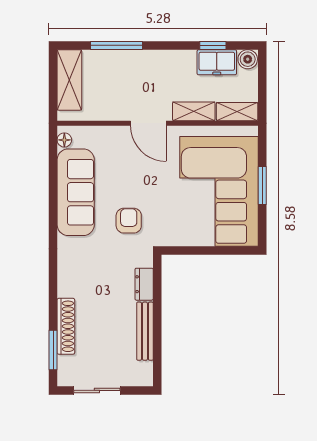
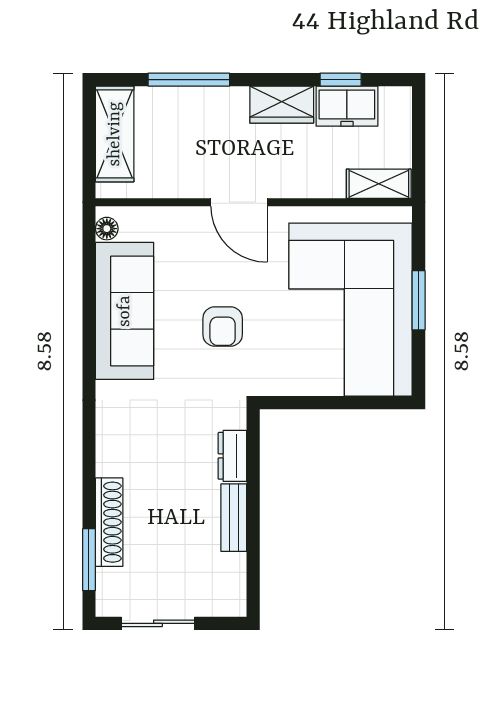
boiler: (248, 59) -> (396, 101), removed
wardrobe: (175, 61) -> (282, 105), added
shelving: (194, 111) -> (311, 183), removed
armchair: (129, 221) -> (223, 327), moved, turned 180
bench: (145, 331) -> (234, 518), width x0.73

